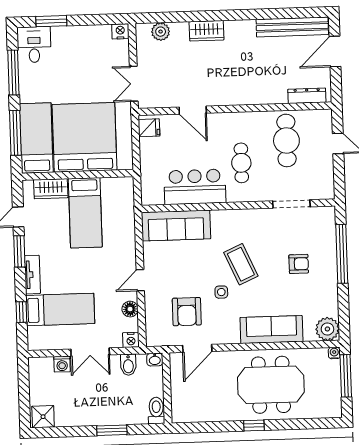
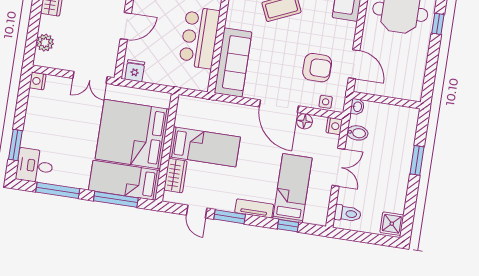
door: (140, 280) -> (279, 106), width x1.87
side table: (221, 292) -> (326, 102), moved
washing machine: (62, 364) -> (345, 196), removed
toilet: (156, 410) -> (348, 214), moved, turned 180

